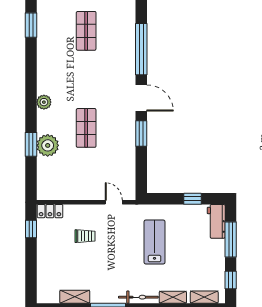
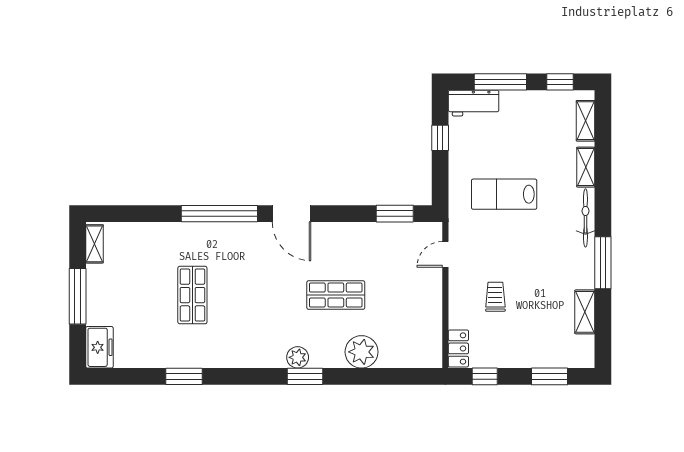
shop shelf: (86, 31) -> (192, 295), turned 90
door: (141, 98) -> (292, 214), swing flipped
window: (141, 133) -> (395, 214), moved
window: (31, 144) -> (305, 376), moved
window: (31, 273) -> (550, 376), added

